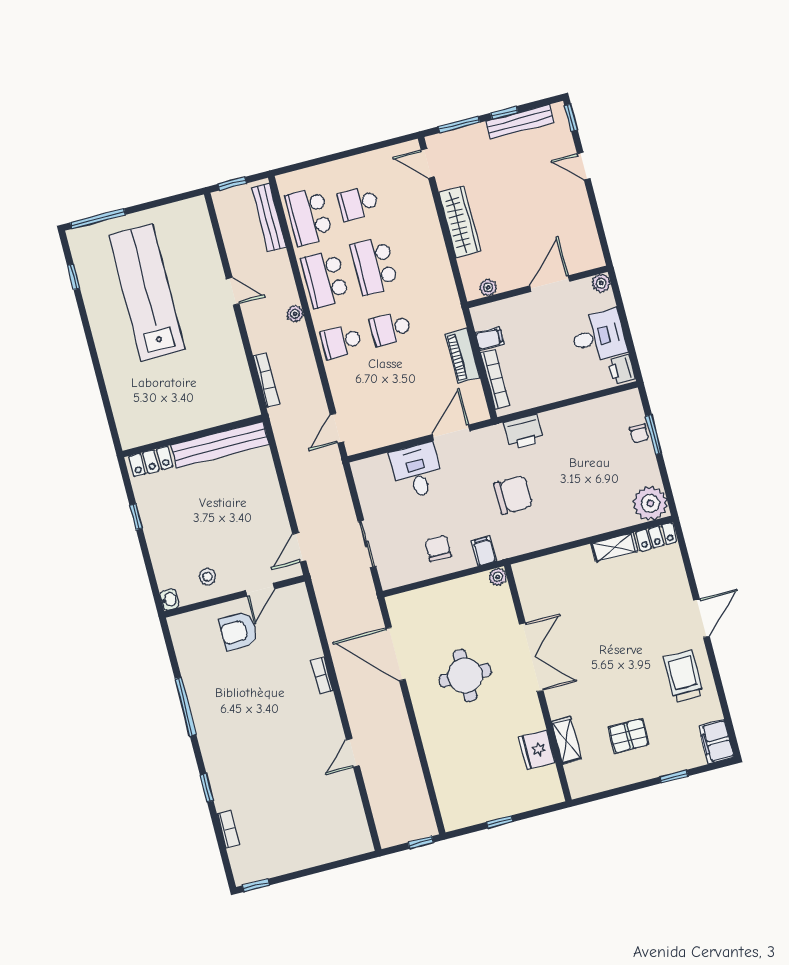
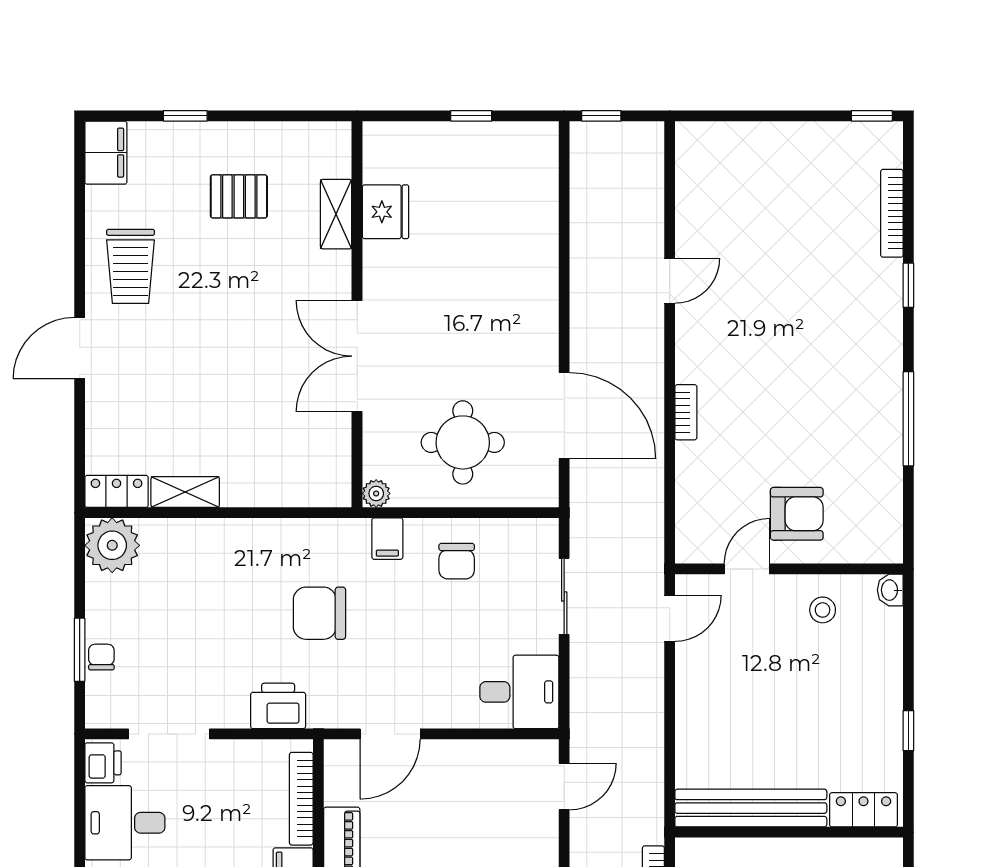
doorway: (586, 398) -> (169, 734), added
desk: (417, 471) -> (519, 692), moved, turned -90
round table: (465, 675) -> (463, 442), moved
bookcase: (228, 829) -> (892, 213), width x1.56

